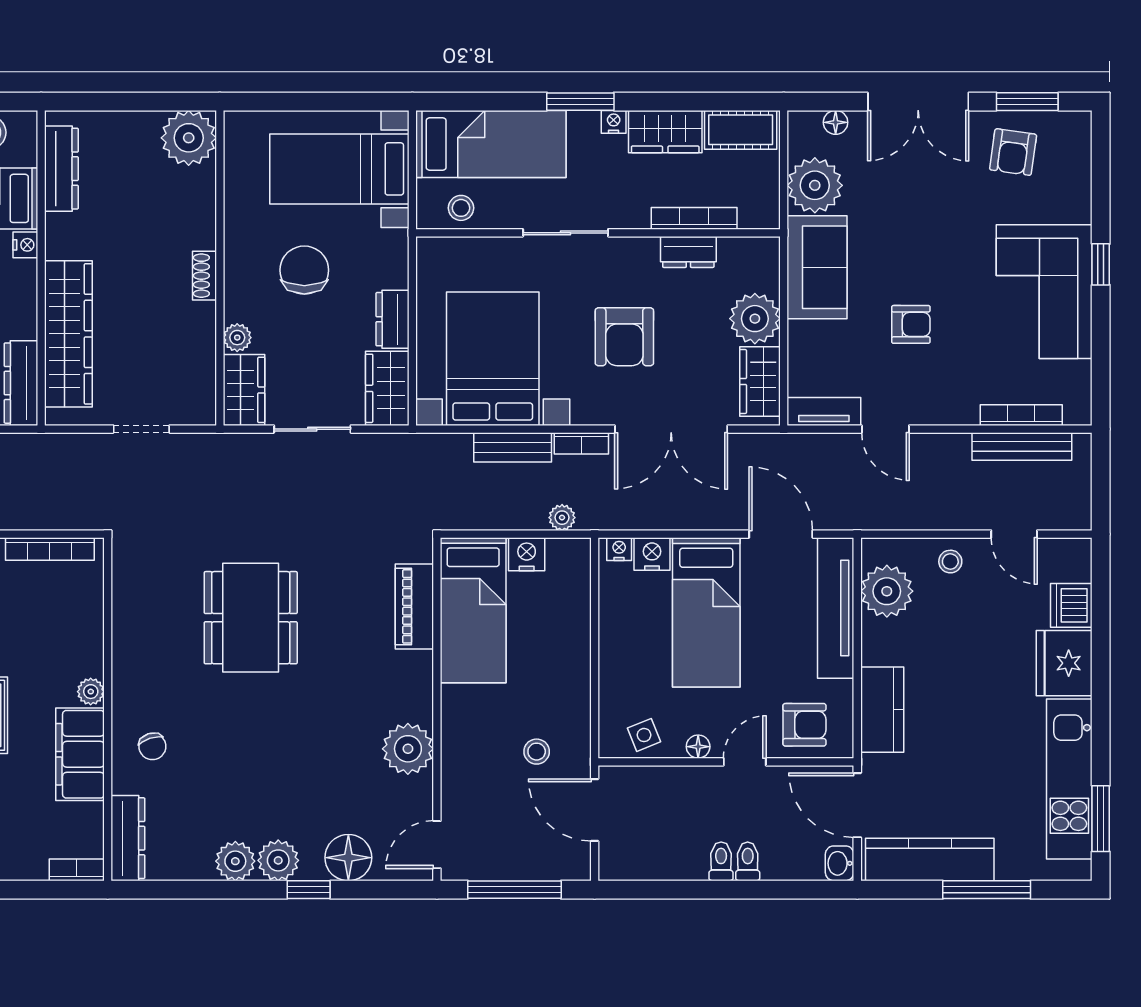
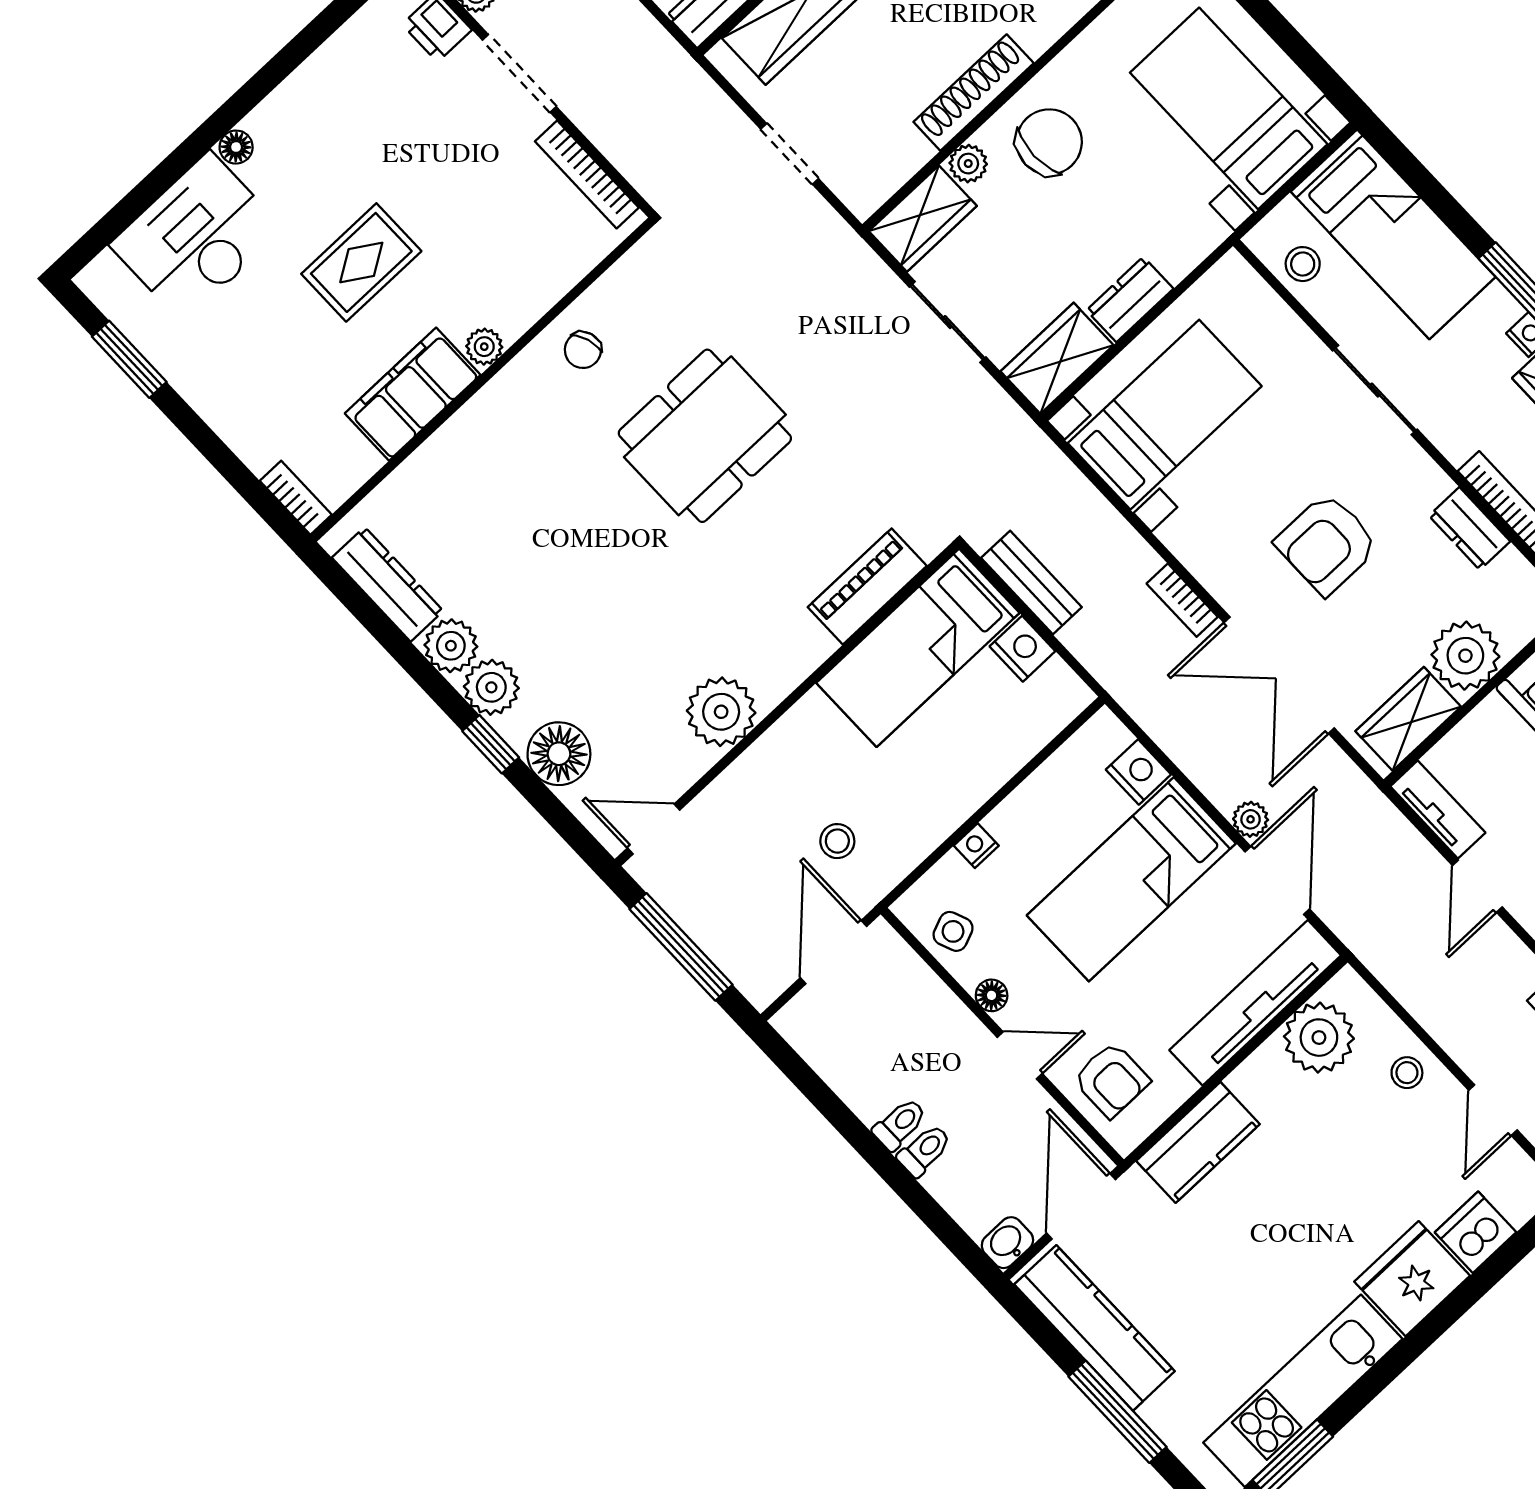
chair: (304, 270) -> (1049, 142), moved
shoe rack: (204, 276) -> (974, 93), width x1.94, depth x1.24
bed with nightstands: (493, 359) -> (1165, 415), width x0.73
bench: (513, 447) -> (1031, 583), moved
plant: (562, 518) -> (1251, 819), moved
nightstand: (619, 549) -> (976, 846), moved, turned -90
chair: (152, 746) -> (583, 350), moved
dresser: (128, 838) -> (388, 584), moved, turned -90

